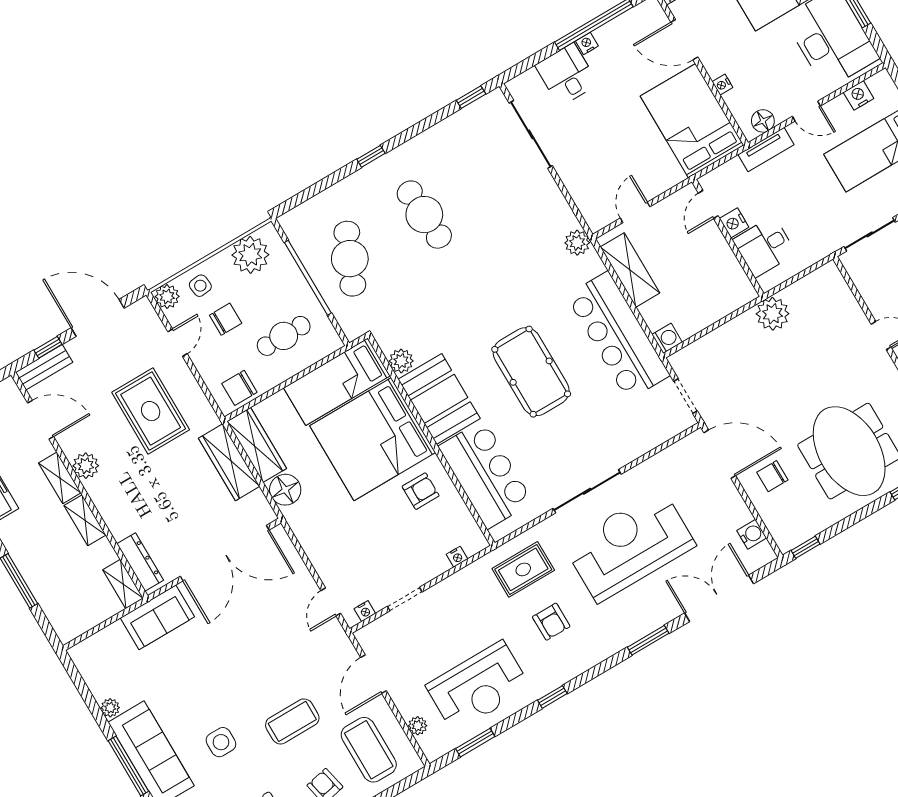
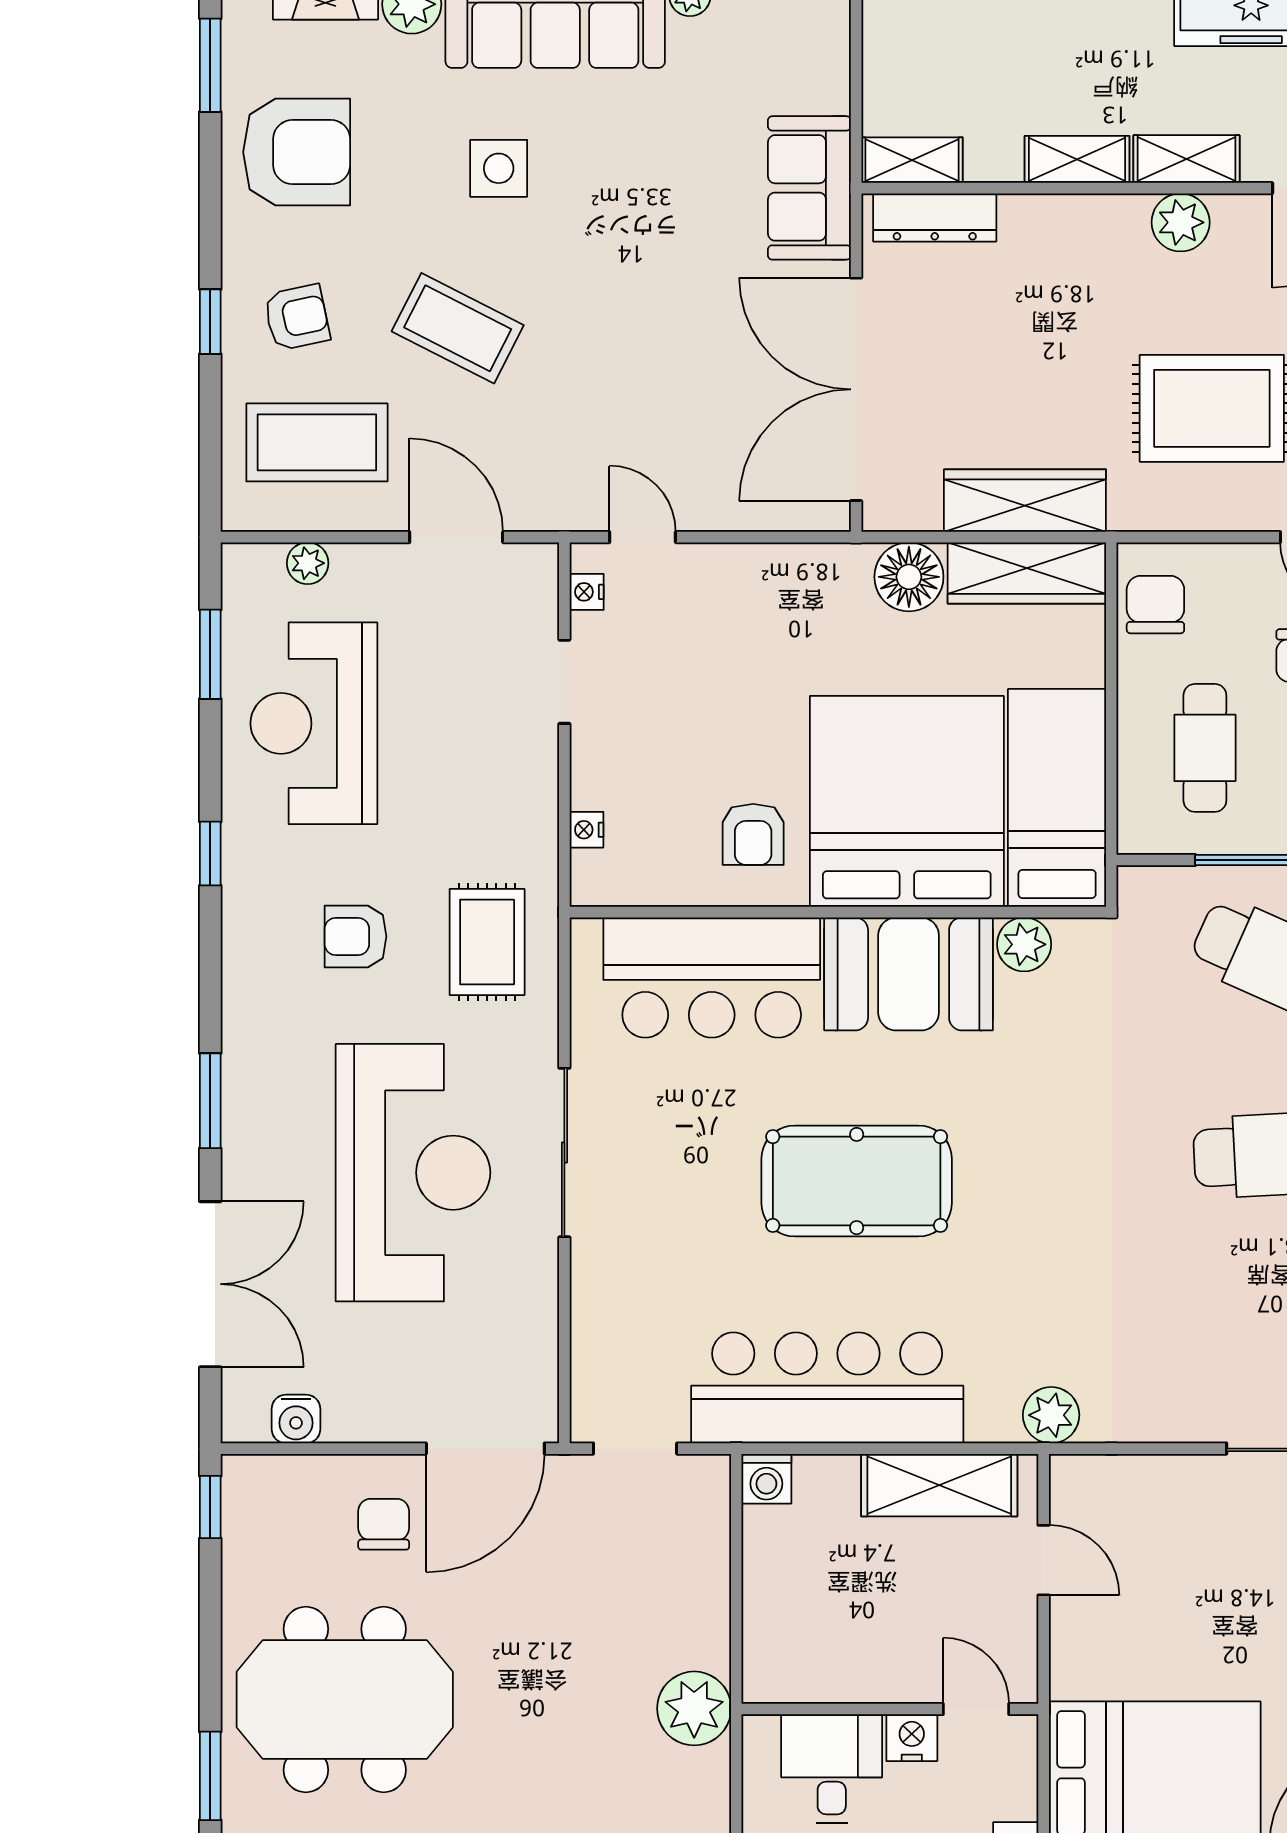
coffee table: (292, 721) -> (458, 328), turned -63

